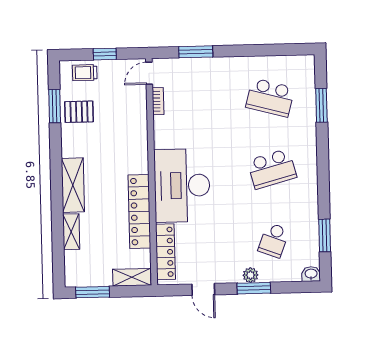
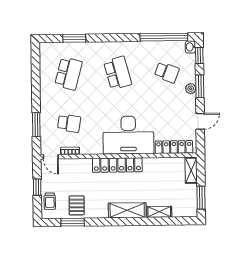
school desk: (198, 99) -> (69, 123), added
locker: (139, 212) -> (117, 165), moved
window: (325, 235) -> (164, 37), width x2.11
window: (299, 287) -> (199, 56), added

